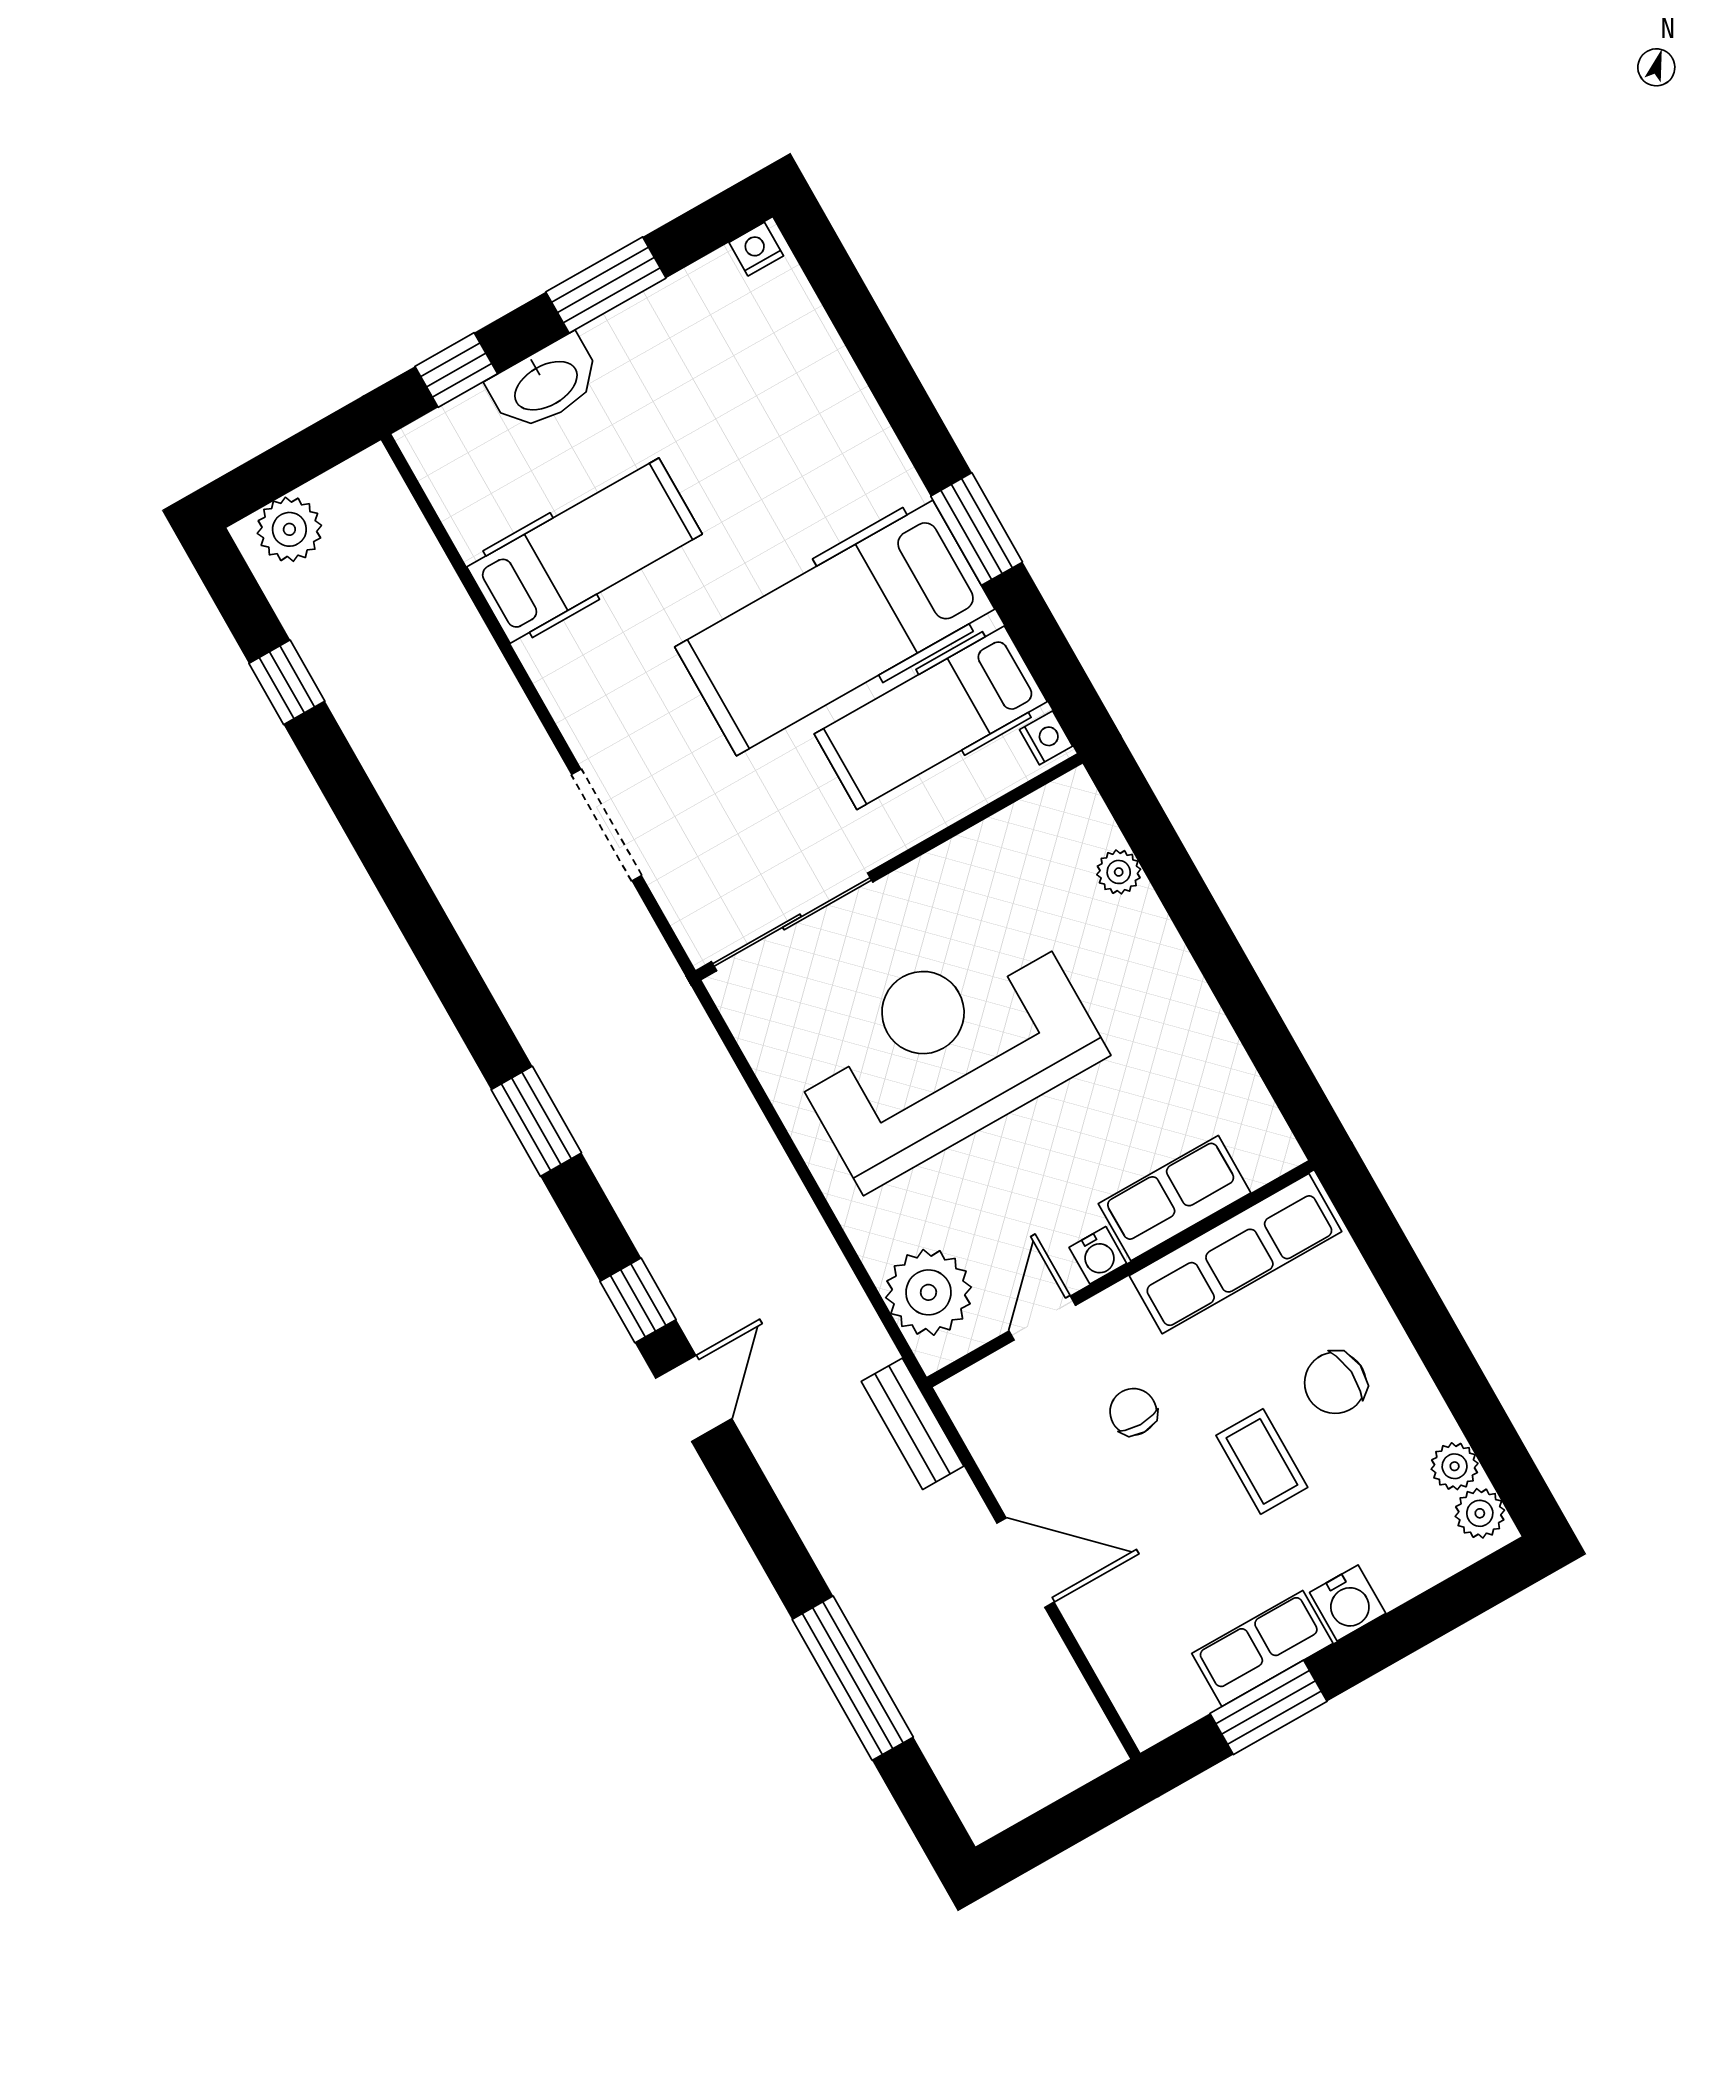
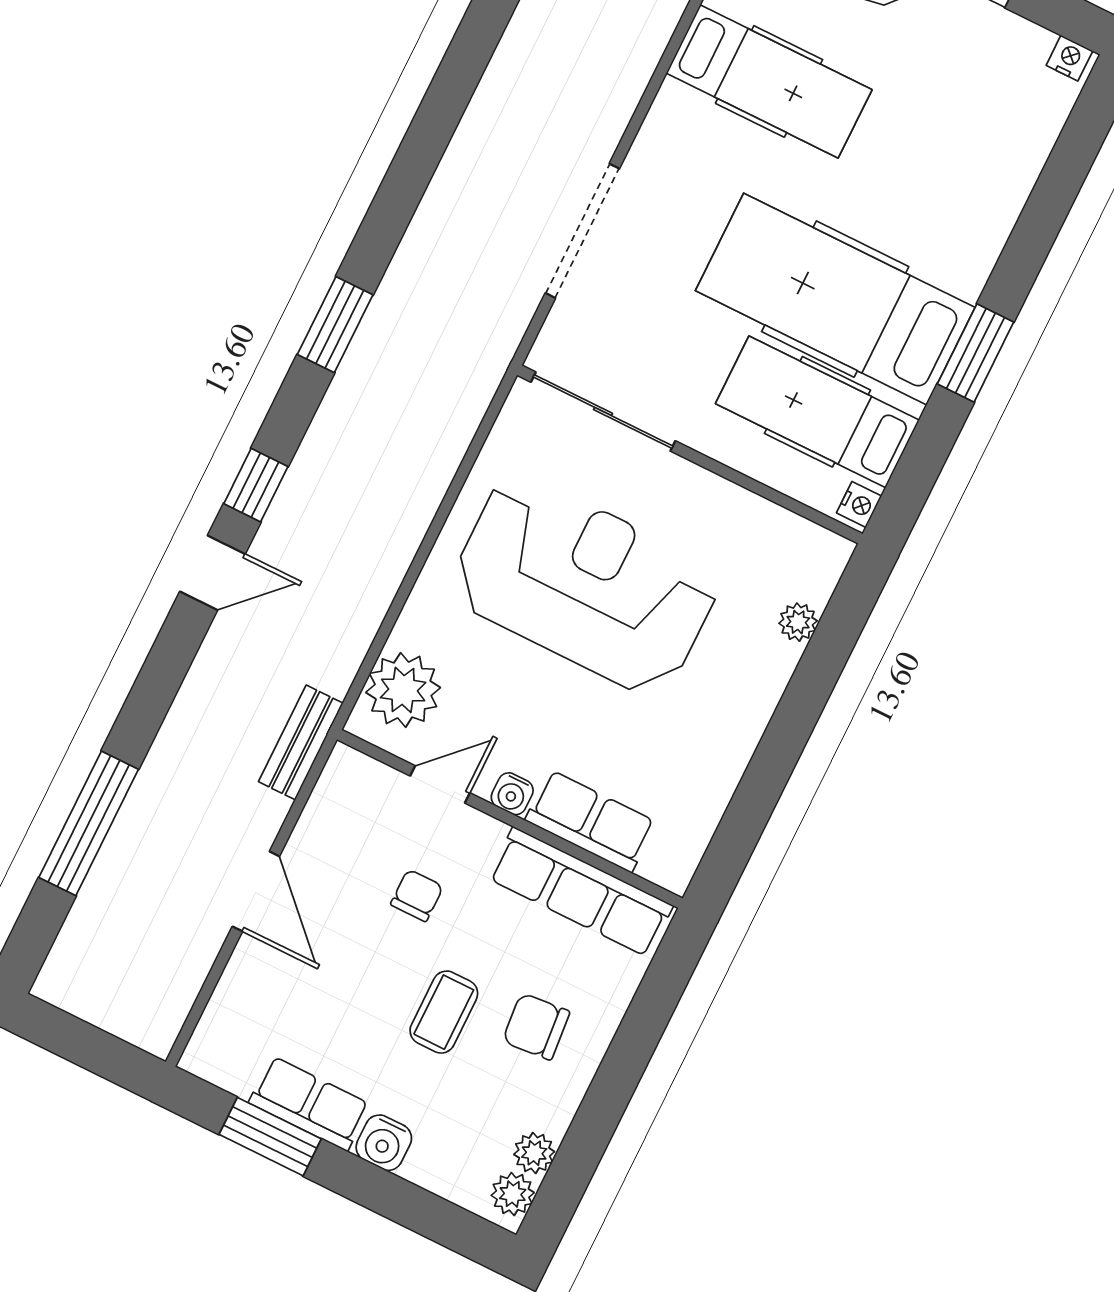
doorway: (606, 825) -> (582, 231), width x1.36

